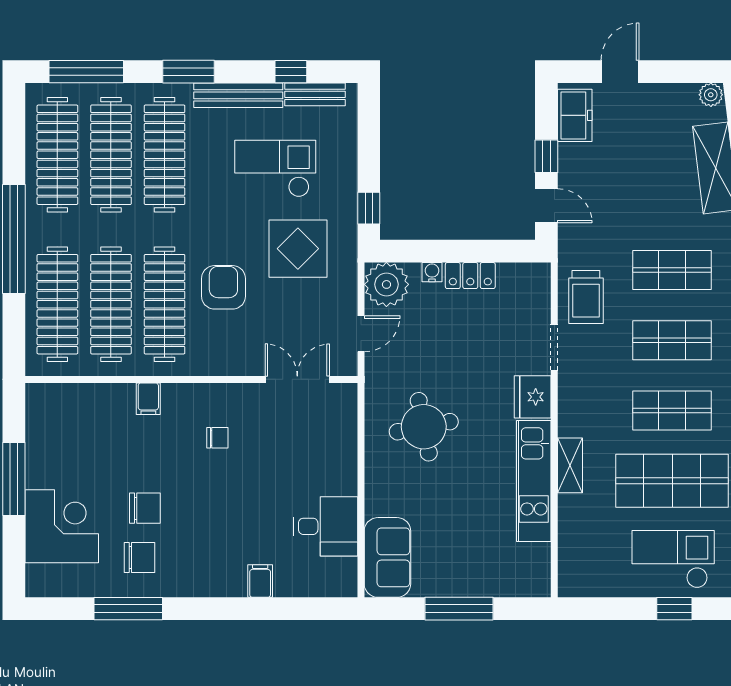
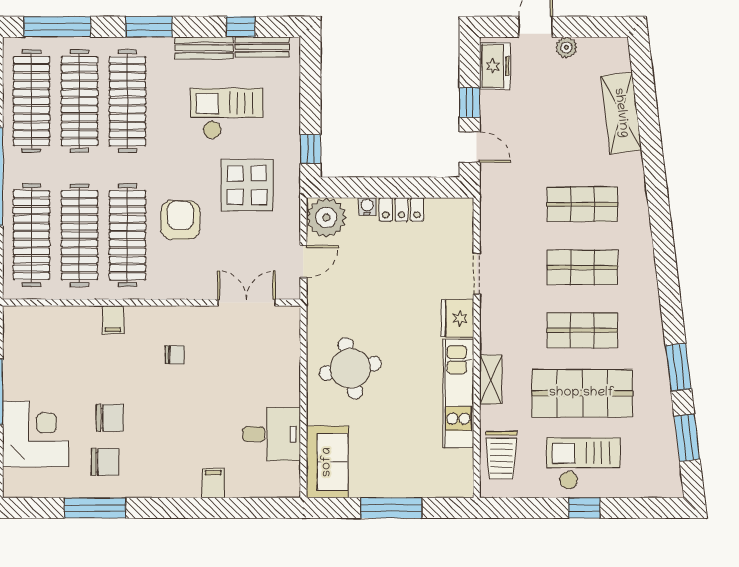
bench: (238, 95) -> (204, 48), width x0.73
plant: (711, 95) -> (566, 47), moved
trolley: (586, 297) -> (501, 455), moved
round table: (424, 427) -> (350, 368), moved

